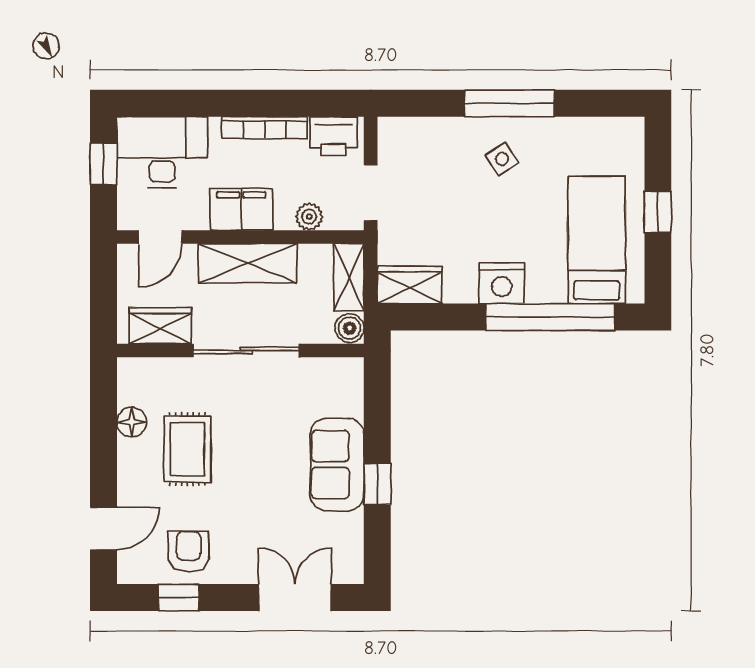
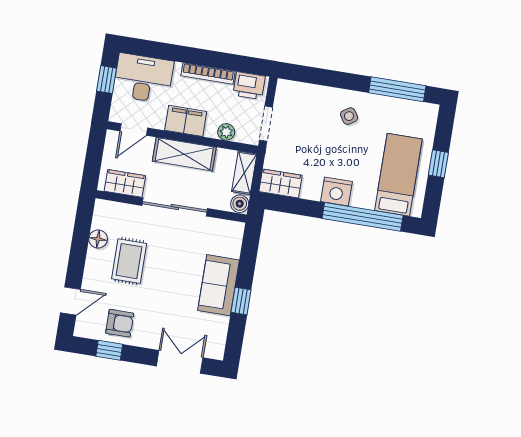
window: (509, 103) -> (397, 89), moved
armchair: (189, 551) -> (120, 323), turned 90

